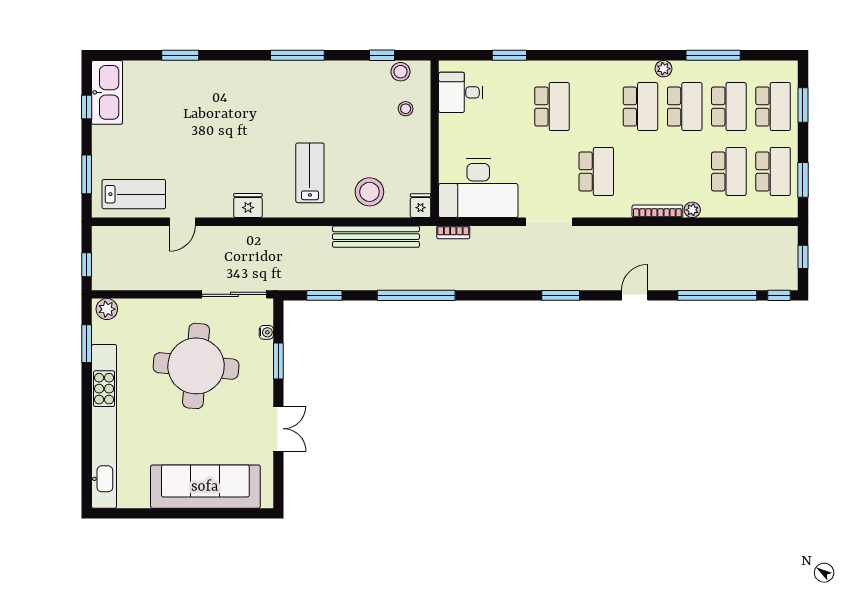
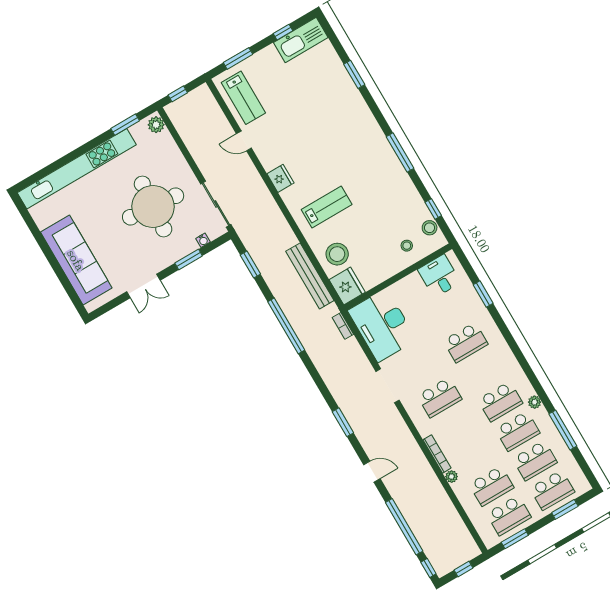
fridge: (421, 206) -> (347, 286), width x1.88, depth x1.34

